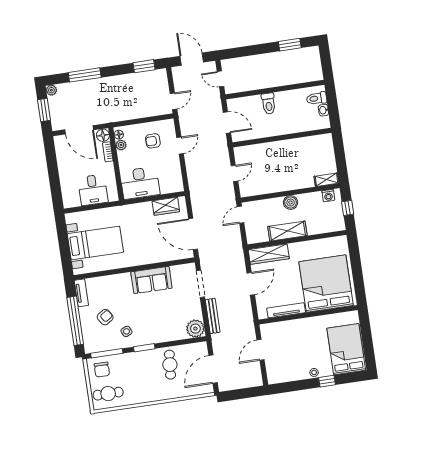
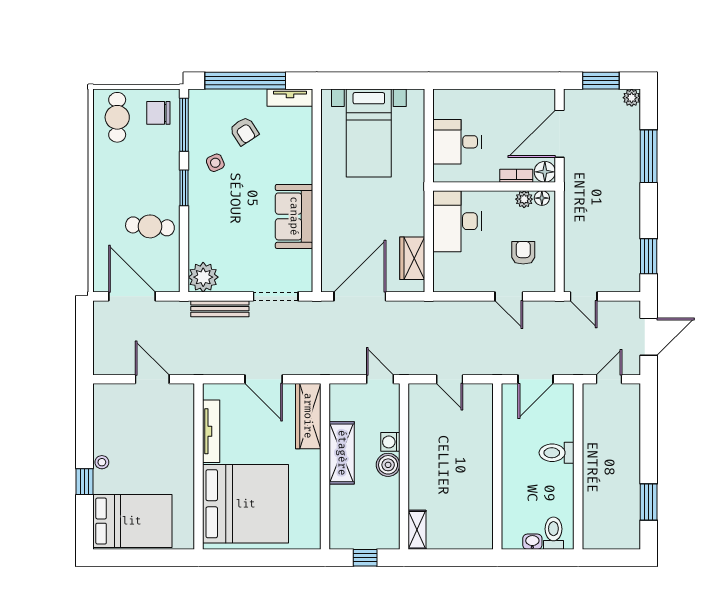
washing machine: (328, 196) -> (390, 442), moved

